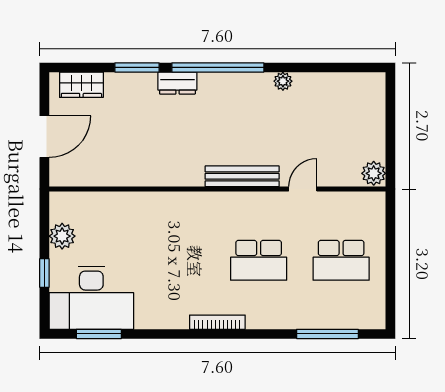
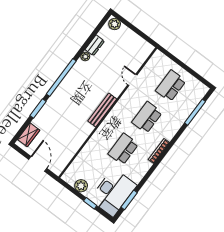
dresser: (177, 83) -> (95, 45), moved
plant: (374, 173) -> (115, 24), moved
bench: (242, 176) -> (102, 110), moved
school desk: (176, 260) -> (123, 149), added
school desk: (259, 260) -> (147, 117), turned 180
school desk: (341, 260) -> (171, 86), turned 180

